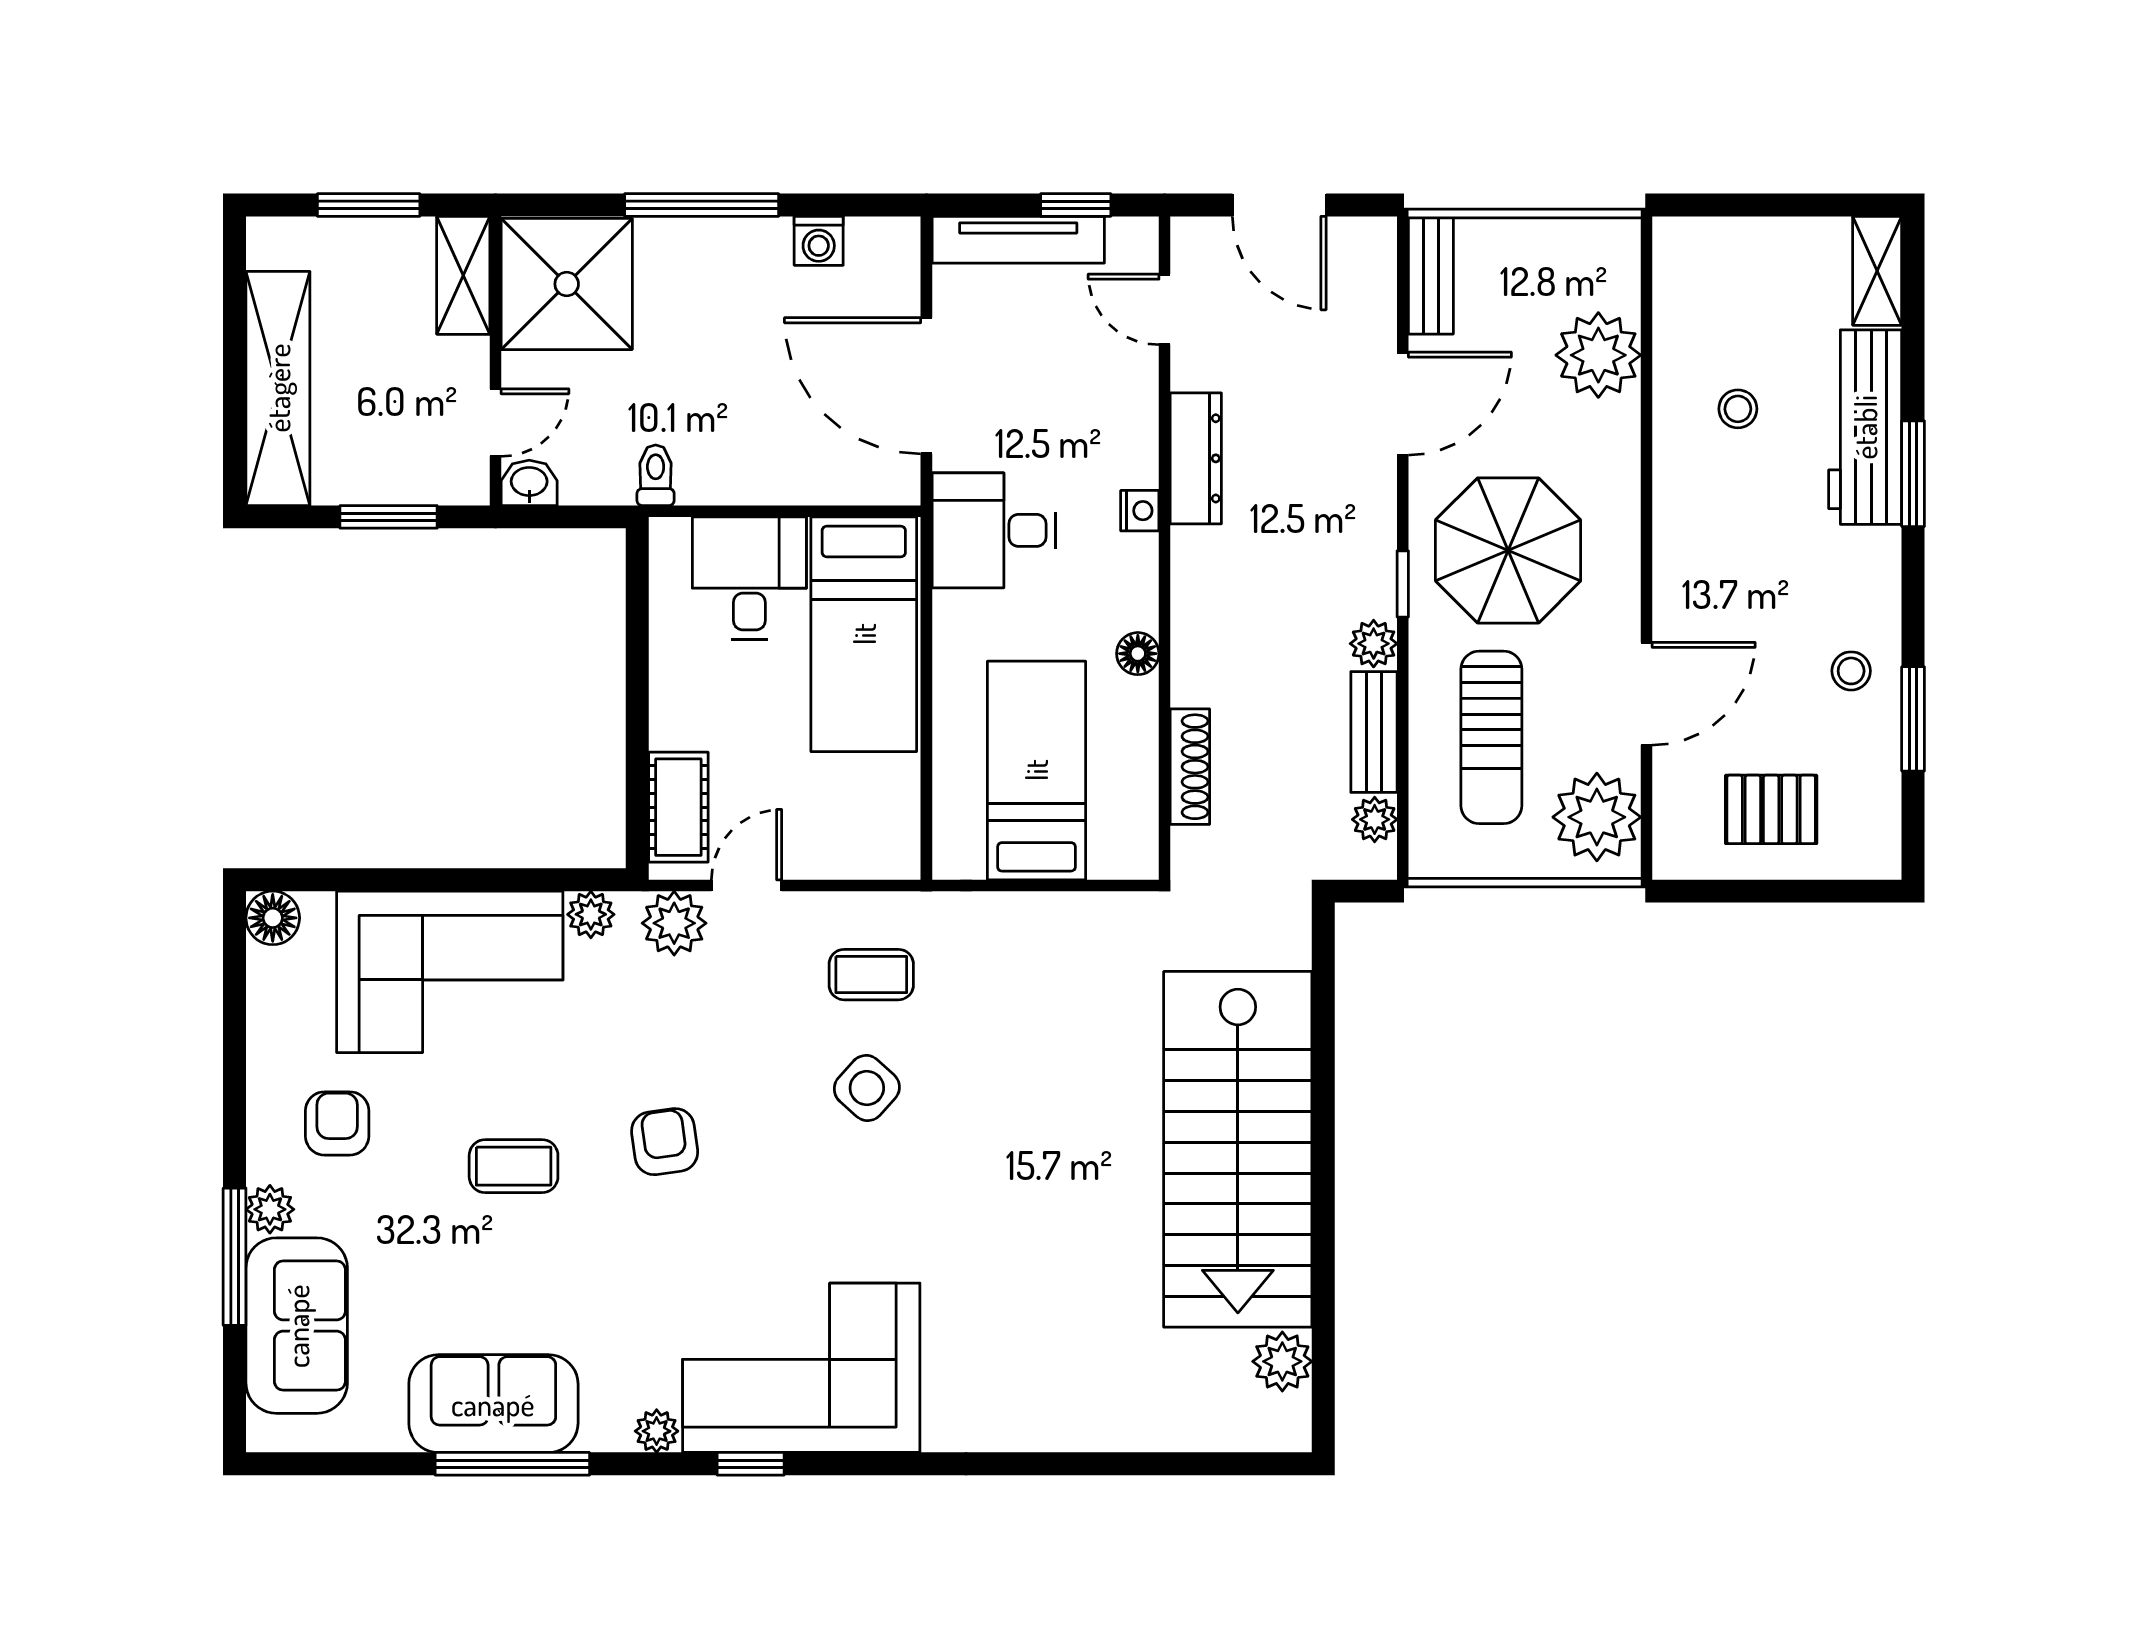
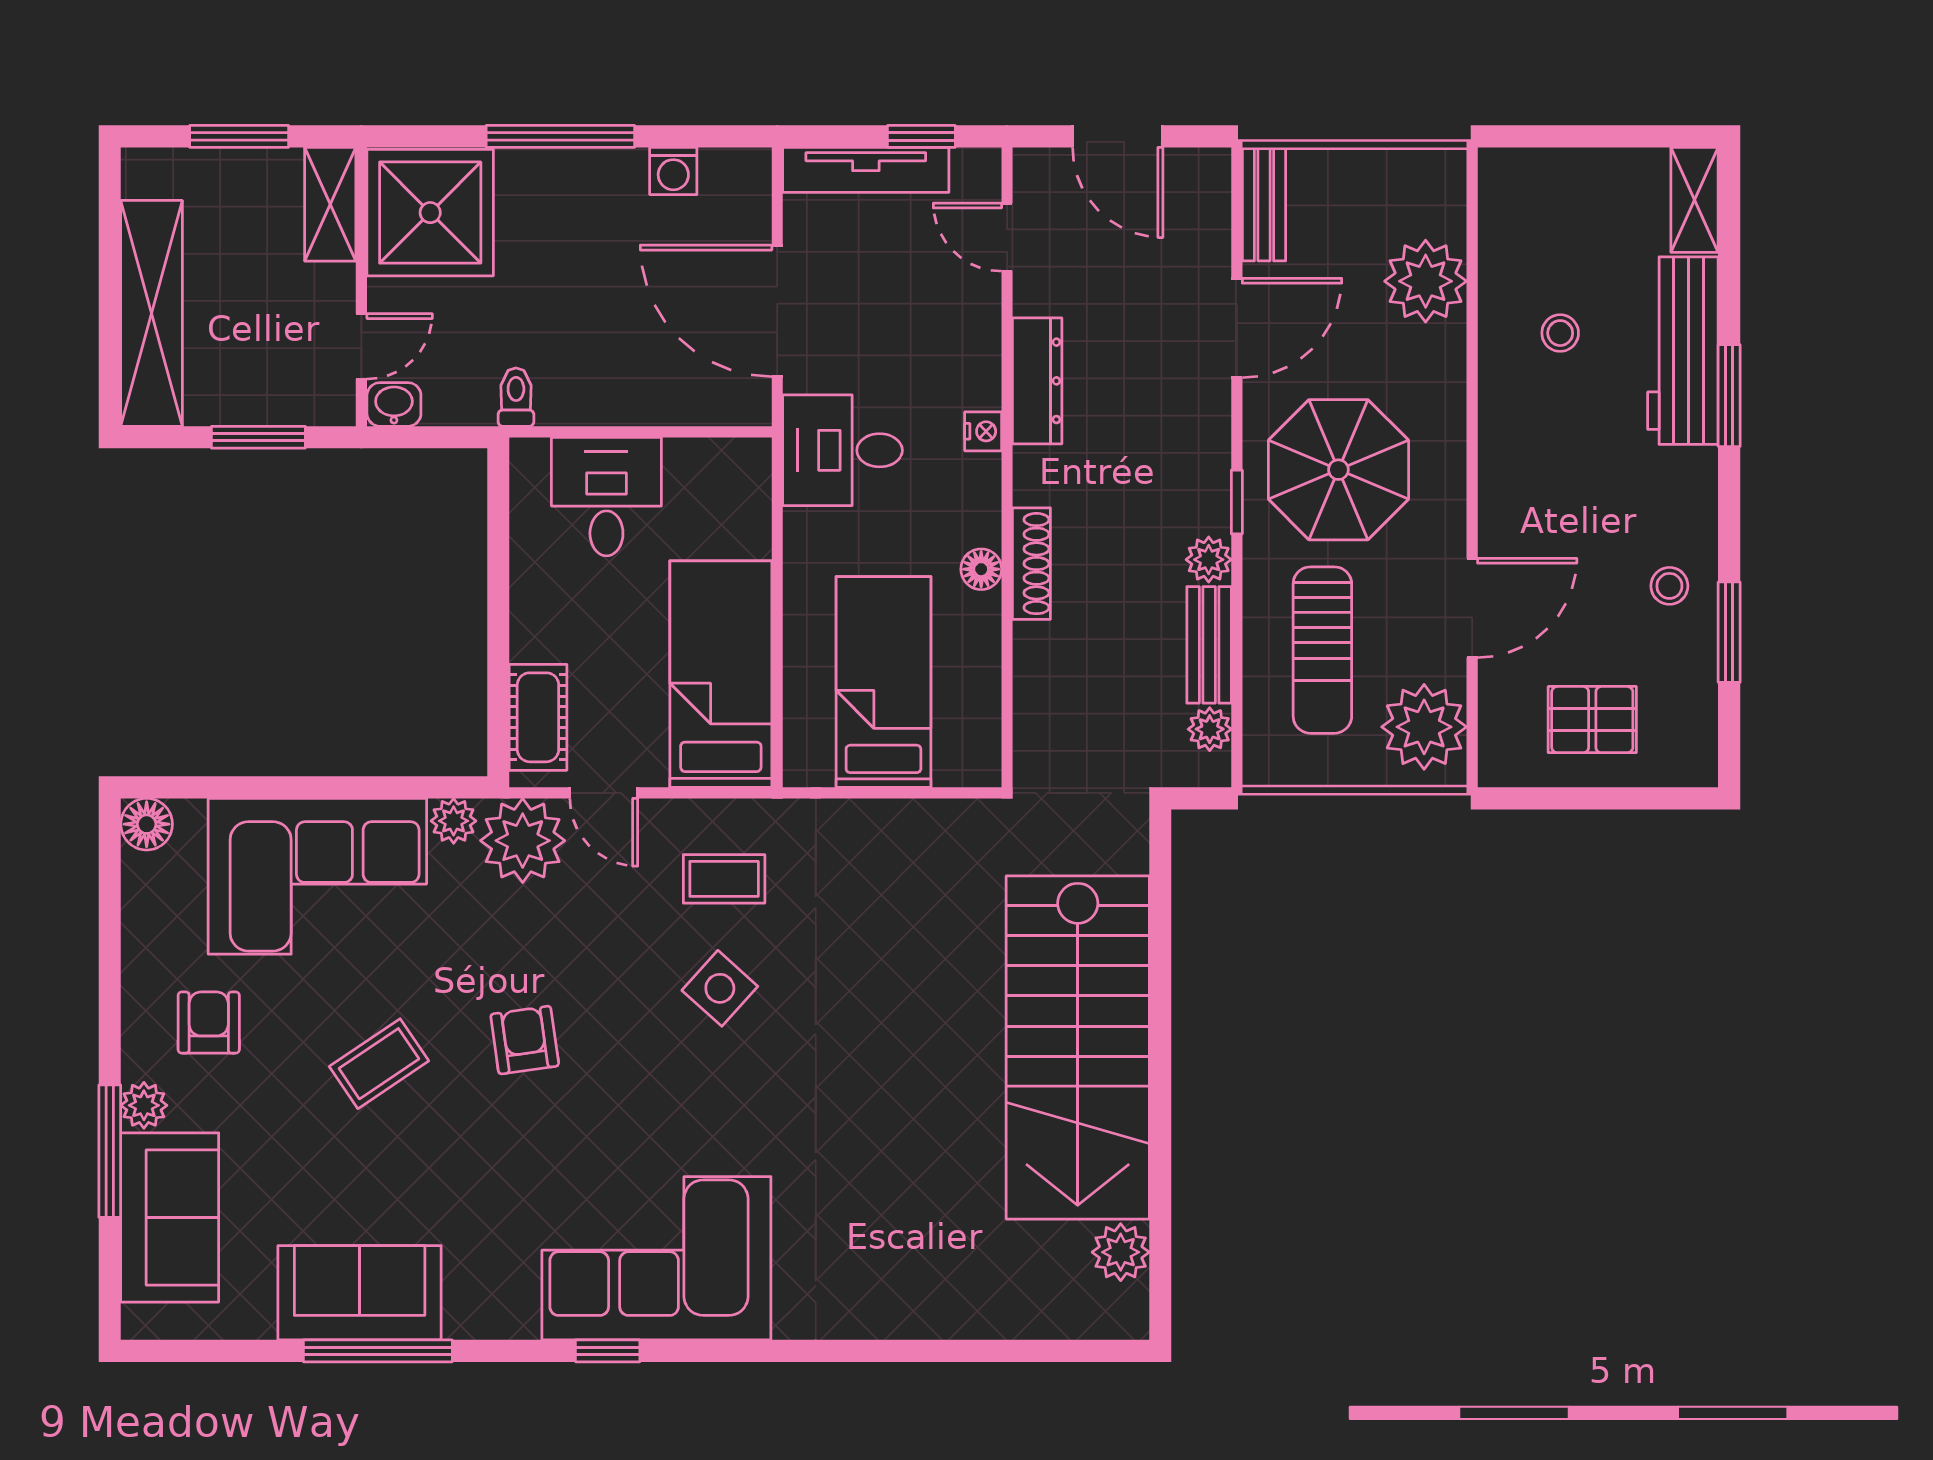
bed: (864, 634) -> (721, 674), moved, turned 180
shoe rack: (1190, 767) -> (1031, 564), moved
door: (747, 885) -> (604, 793), swing flipped
plant: (674, 923) -> (523, 841), width x1.36, depth x1.36
coffee table: (514, 1166) -> (379, 1064), turned -34
plant: (657, 1431) -> (517, 1319), removed

